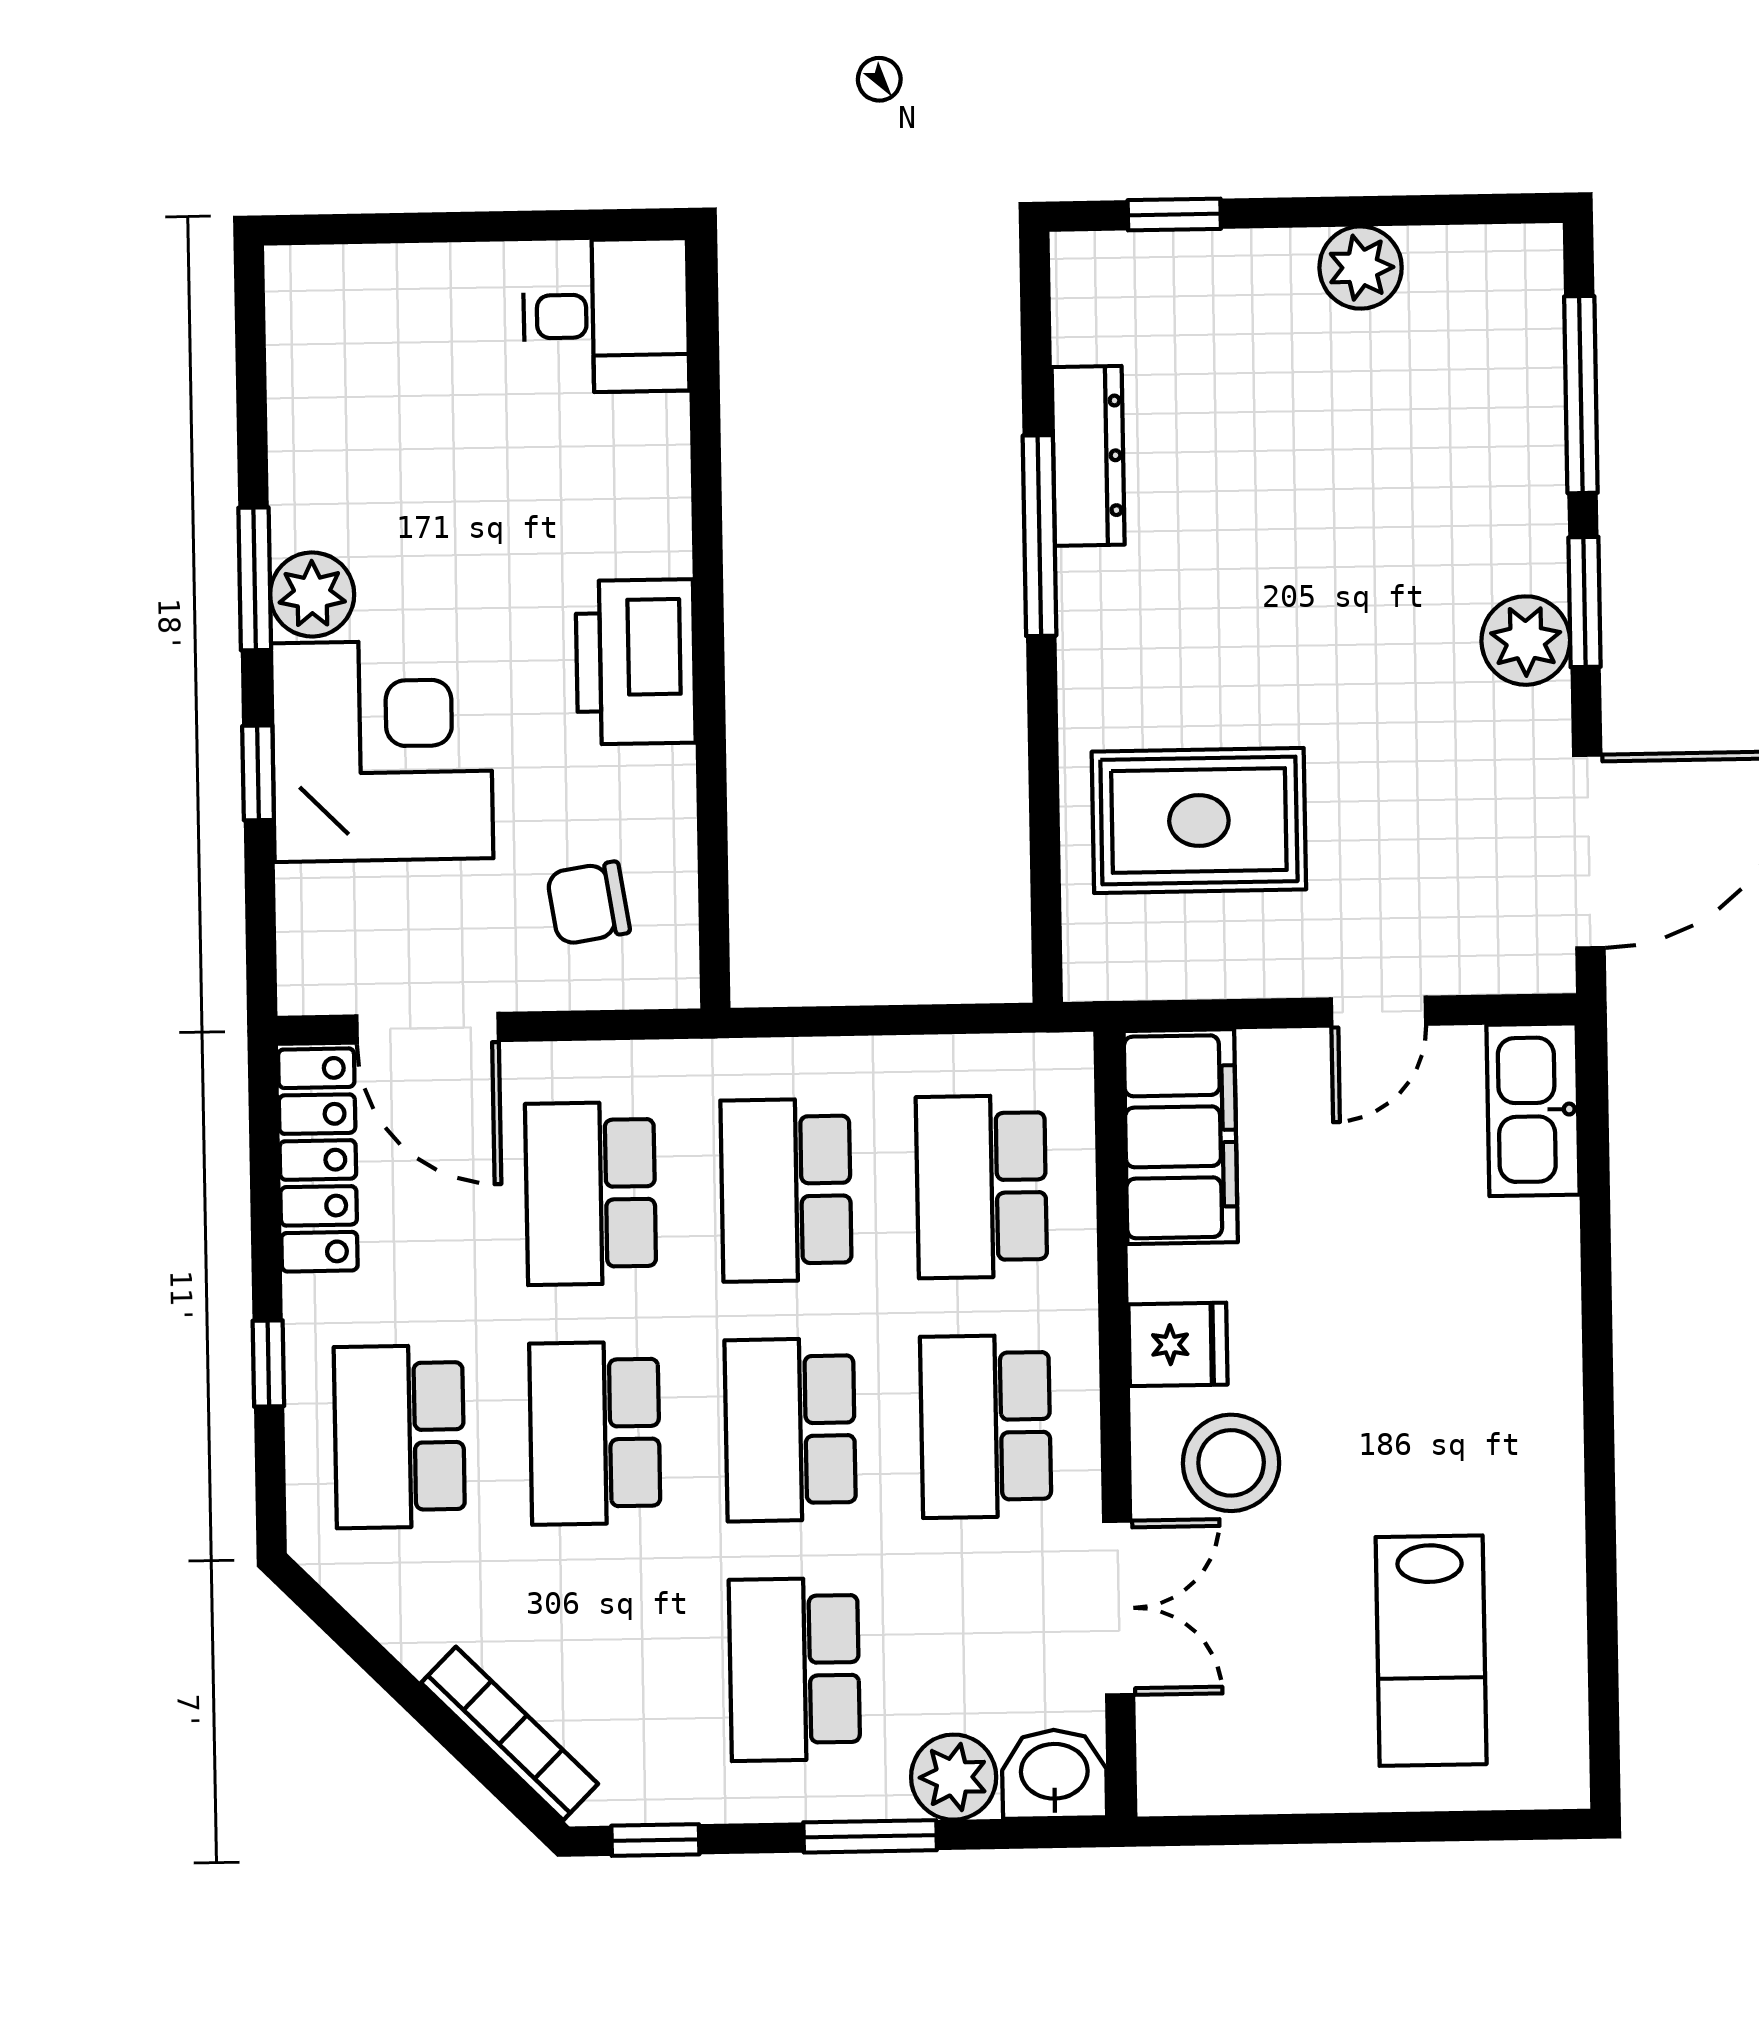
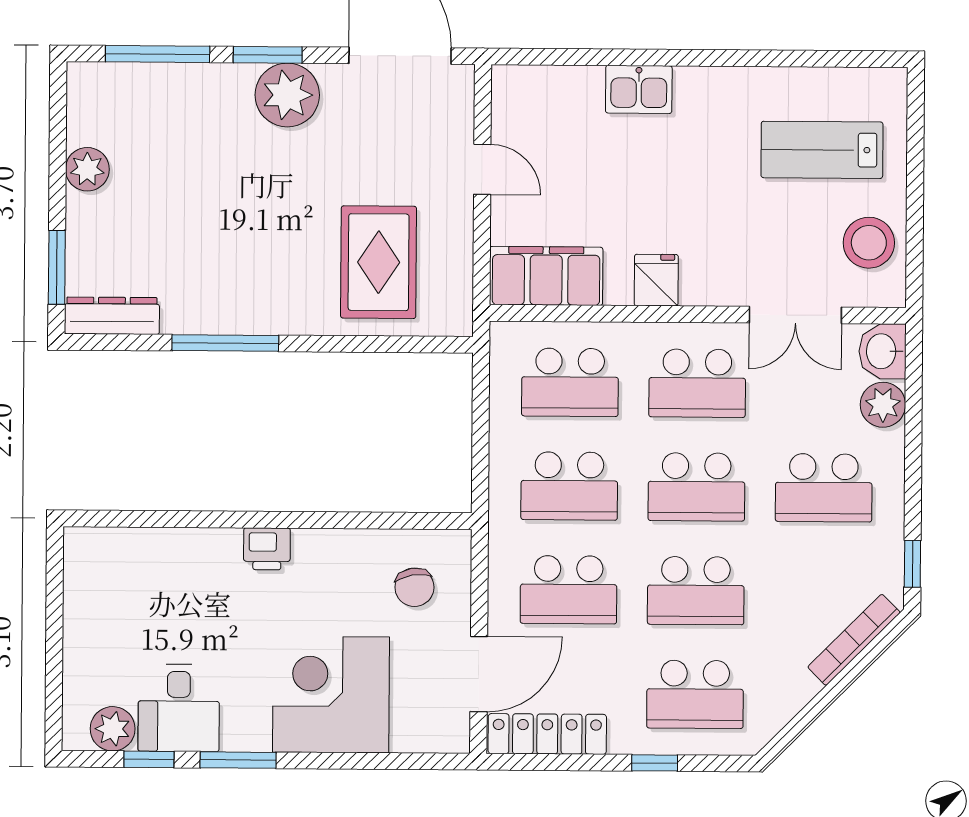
window: (1174, 215) -> (57, 267), width x1.50
desk: (606, 316) -> (179, 708), moved, turned 180
dresser: (1088, 456) -> (112, 316), moved
plant: (312, 594) -> (113, 729), moved
plant: (1526, 641) -> (287, 95), width x1.36, depth x1.36
printer: (635, 662) -> (267, 549), width x0.53, depth x0.68
window: (258, 773) -> (149, 759), moved
kitchen sink: (1533, 1110) -> (639, 89), moved, width x0.73
stool: (1231, 1463) -> (869, 243), moved
double door: (1119, 1608) -> (795, 315), swing flipped
lab bench: (1431, 1651) -> (822, 150), turned 180
window: (870, 1836) -> (913, 450), removed

